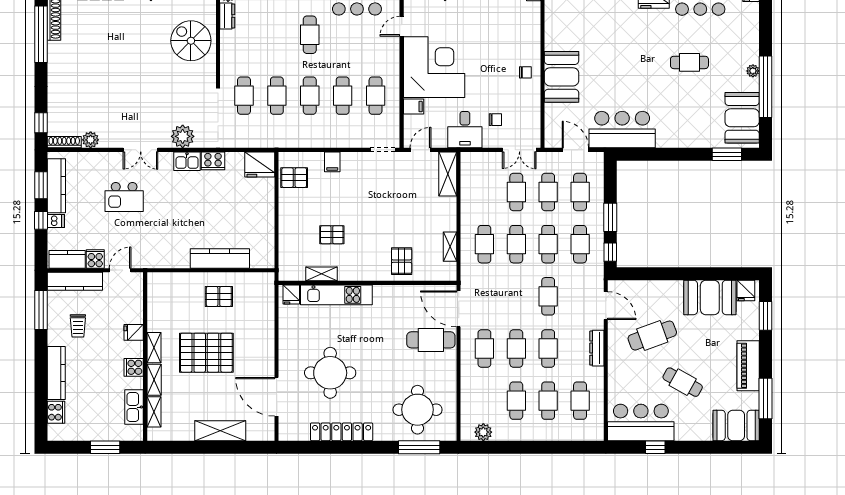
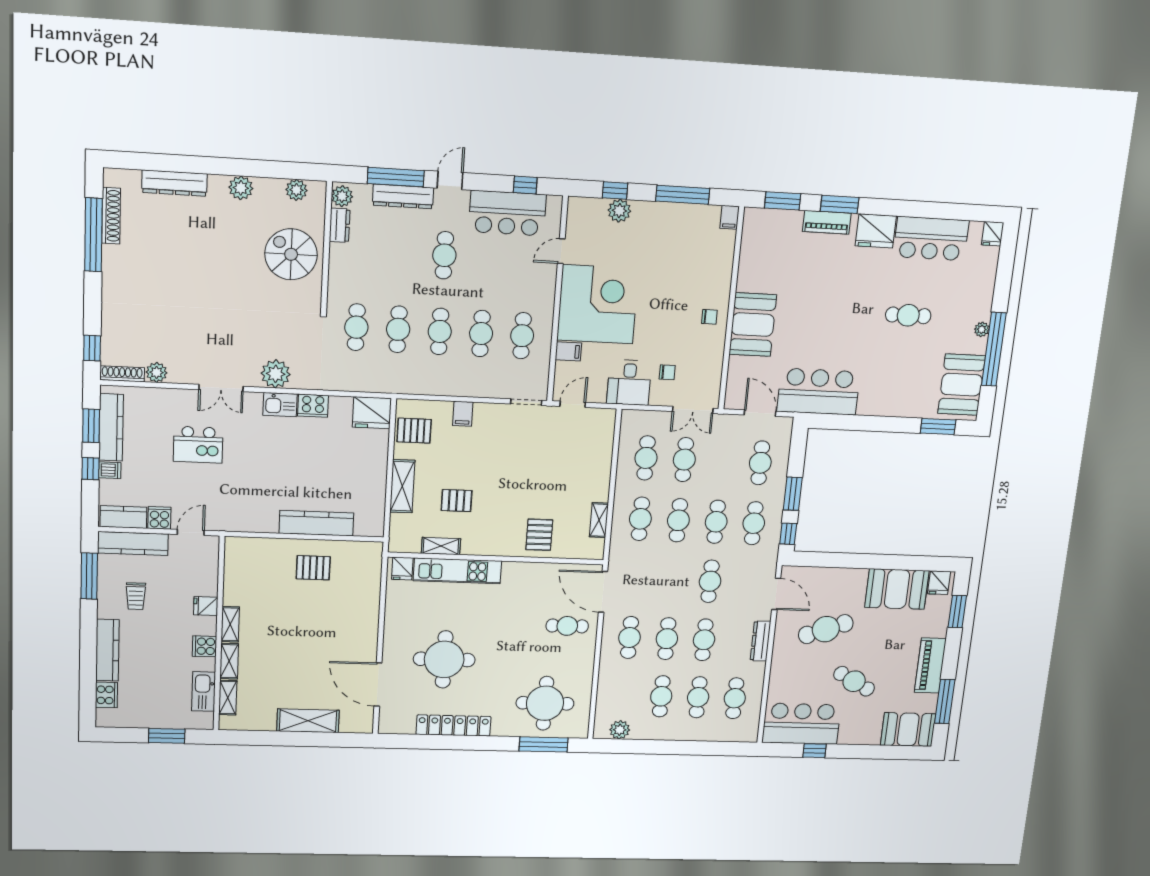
shelving: (448, 174) -> (402, 486), moved
cafe table: (548, 192) -> (646, 458), moved
cafe table: (431, 340) -> (567, 626), width x0.73, depth x0.74
pallet: (206, 353) -> (295, 632), removed

